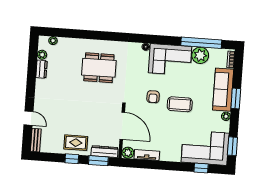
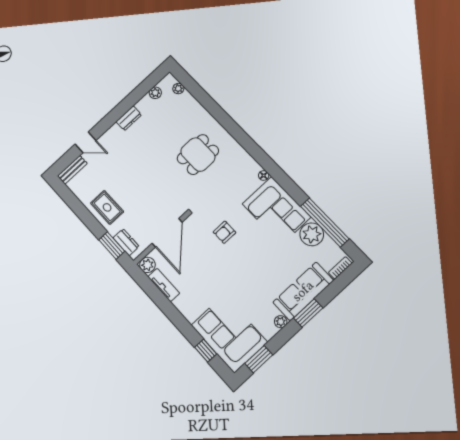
dining table: (99, 68) -> (198, 155), width x0.73
dresser: (41, 69) -> (129, 118), moved
coffee table: (180, 104) -> (244, 265), removed
door: (29, 118) -> (86, 142), hinge flipped
dresser: (105, 152) -> (126, 242), width x0.70
window: (72, 159) -> (89, 220), removed

